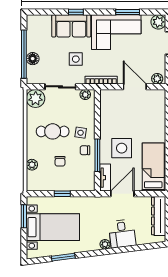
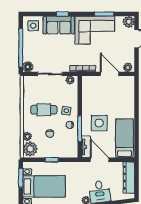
floor lamp: (33, 59) -> (28, 67), moved
side table: (76, 59) -> (33, 26), moved
plant: (36, 98) -> (30, 149), moved
door: (122, 194) -> (100, 160), hinge flipped

